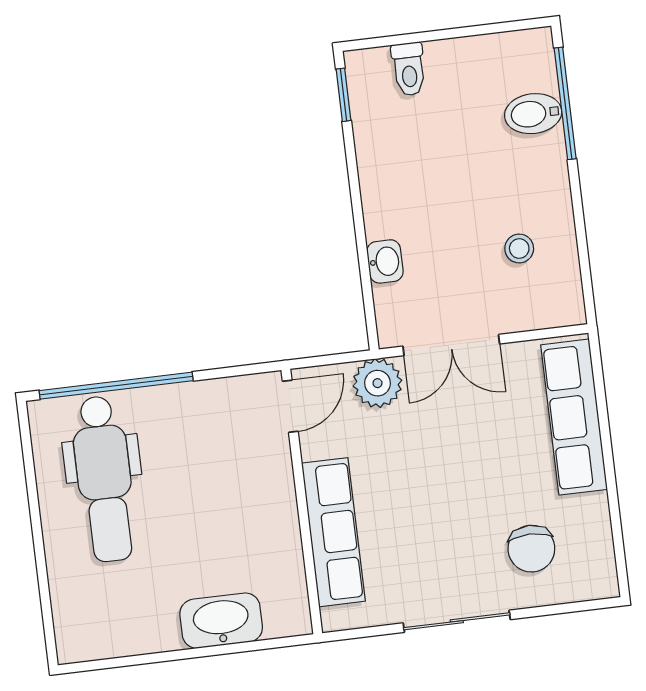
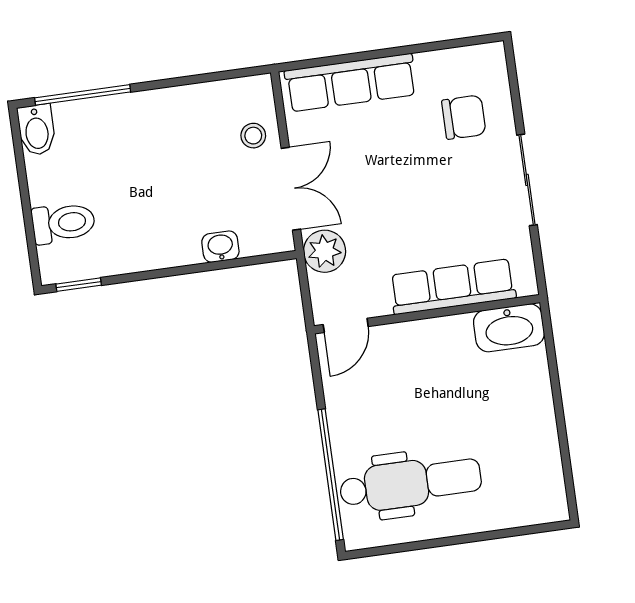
toilet: (409, 69) -> (63, 223), width x1.37, depth x1.39
bidet: (533, 114) -> (37, 130), moved
stool: (519, 248) -> (253, 136), moved
door: (290, 406) -> (346, 325), swing flipped
washbasin: (221, 621) -> (509, 328), moved, turned -90

